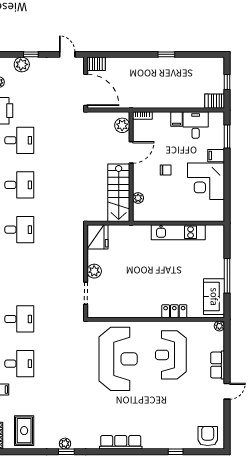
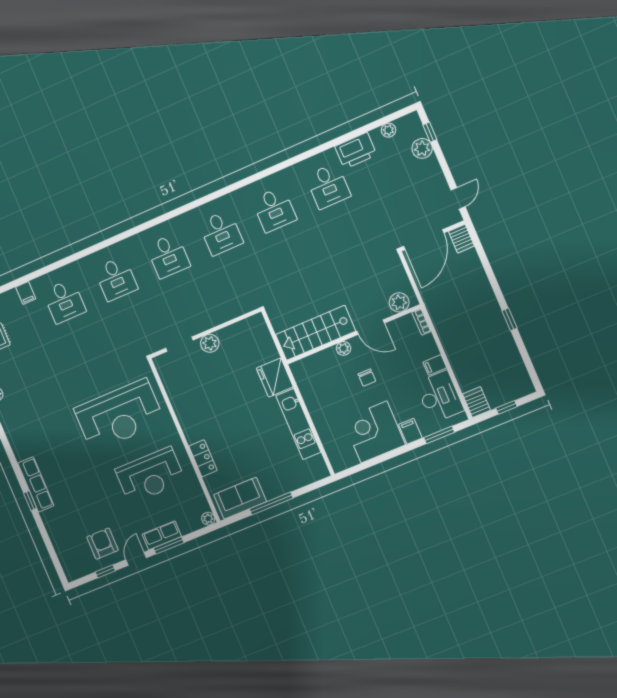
window: (31, 54) -> (430, 132), moved
desk: (196, 125) -> (440, 397), width x1.37
plant: (138, 198) -> (343, 348), moved
fridge: (97, 237) -> (275, 377), moved, turned 90
desk: (19, 274) -> (168, 256), added
reception desk: (171, 355) -> (150, 475), turned 180
window: (227, 363) -> (169, 545), added
door: (227, 391) -> (136, 559), swing flipped
window: (227, 418) -> (105, 571), added
armchair: (208, 436) -> (102, 544), moved, turned -90
row of seats: (121, 442) -> (36, 484), moved
window: (176, 452) -> (30, 501), moved

